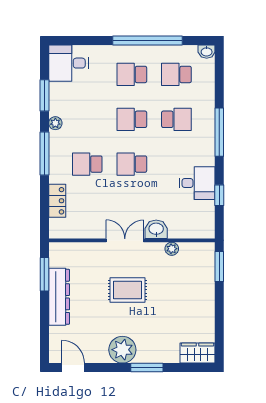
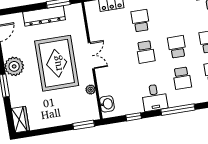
school desk: (132, 164) -> (145, 52), turned 180
desk: (197, 183) -> (154, 98), moved
washbasin: (156, 229) -> (107, 104), moved
rug: (128, 290) -> (57, 63), width x1.86, depth x2.06

